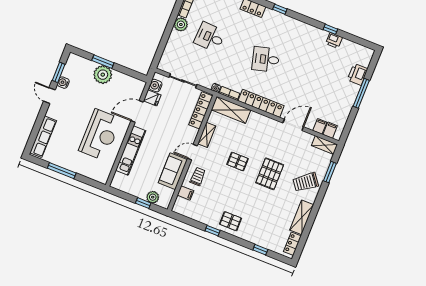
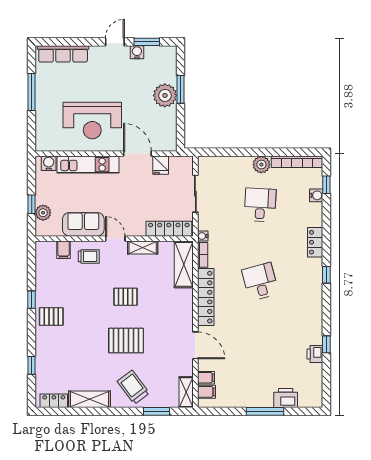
water cooler: (155, 86) -> (49, 163), moved
pallet: (238, 162) -> (125, 297), turned 90
pallet: (231, 221) -> (51, 317), turned 90

